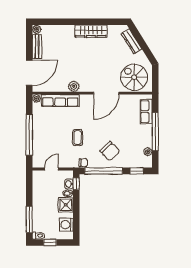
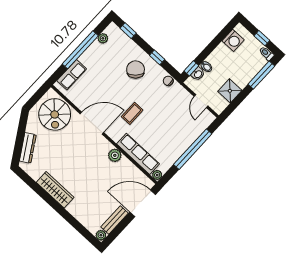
coffee table: (78, 138) -> (132, 113), moved
door: (52, 169) -> (201, 101), hinge flipped
window: (104, 171) -> (157, 57), width x0.32
shower: (66, 205) -> (230, 91), moved

